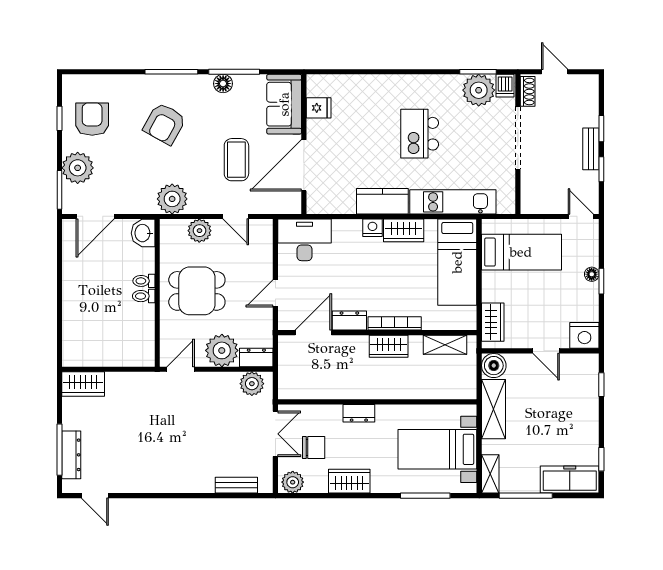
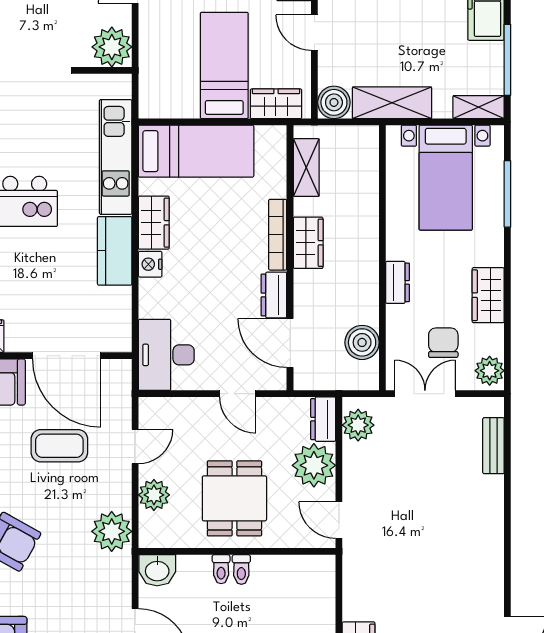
plant: (535, 199) -> (112, 47), added
bed: (521, 252) -> (224, 65), moved
door: (546, 351) -> (314, 33), swing flipped
boiler: (314, 387) -> (362, 342), added

